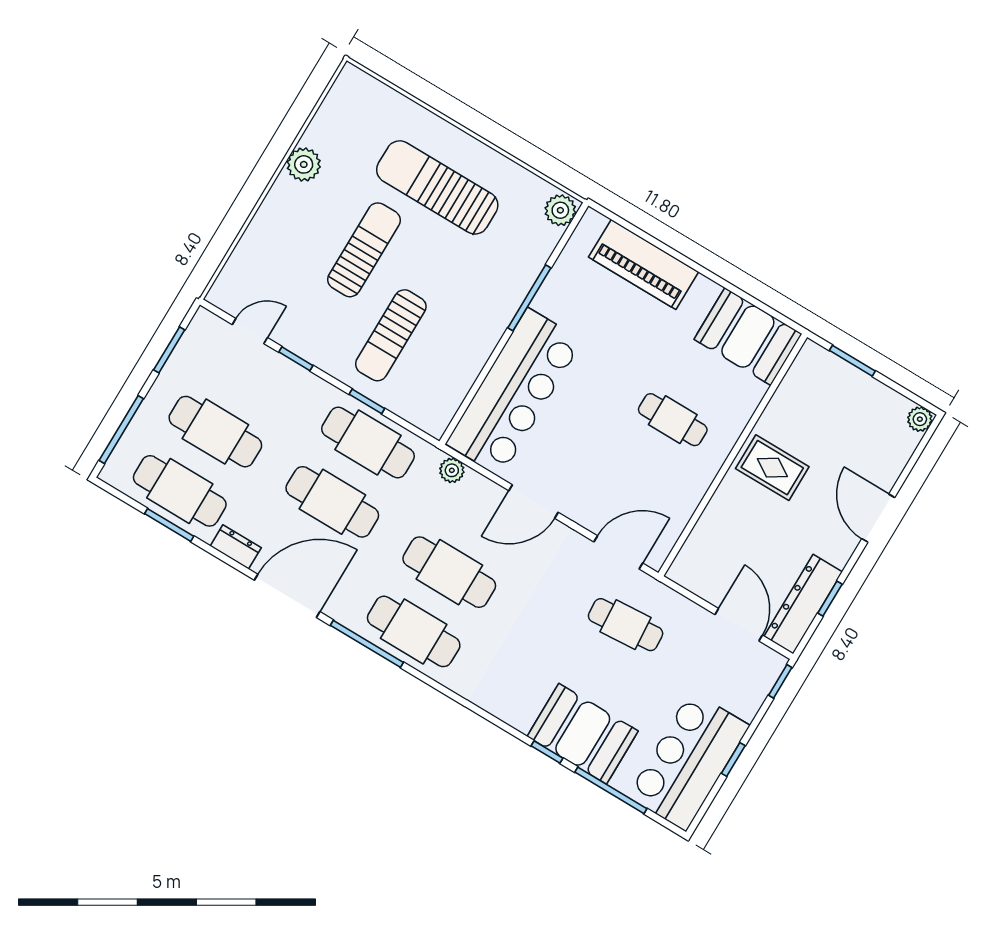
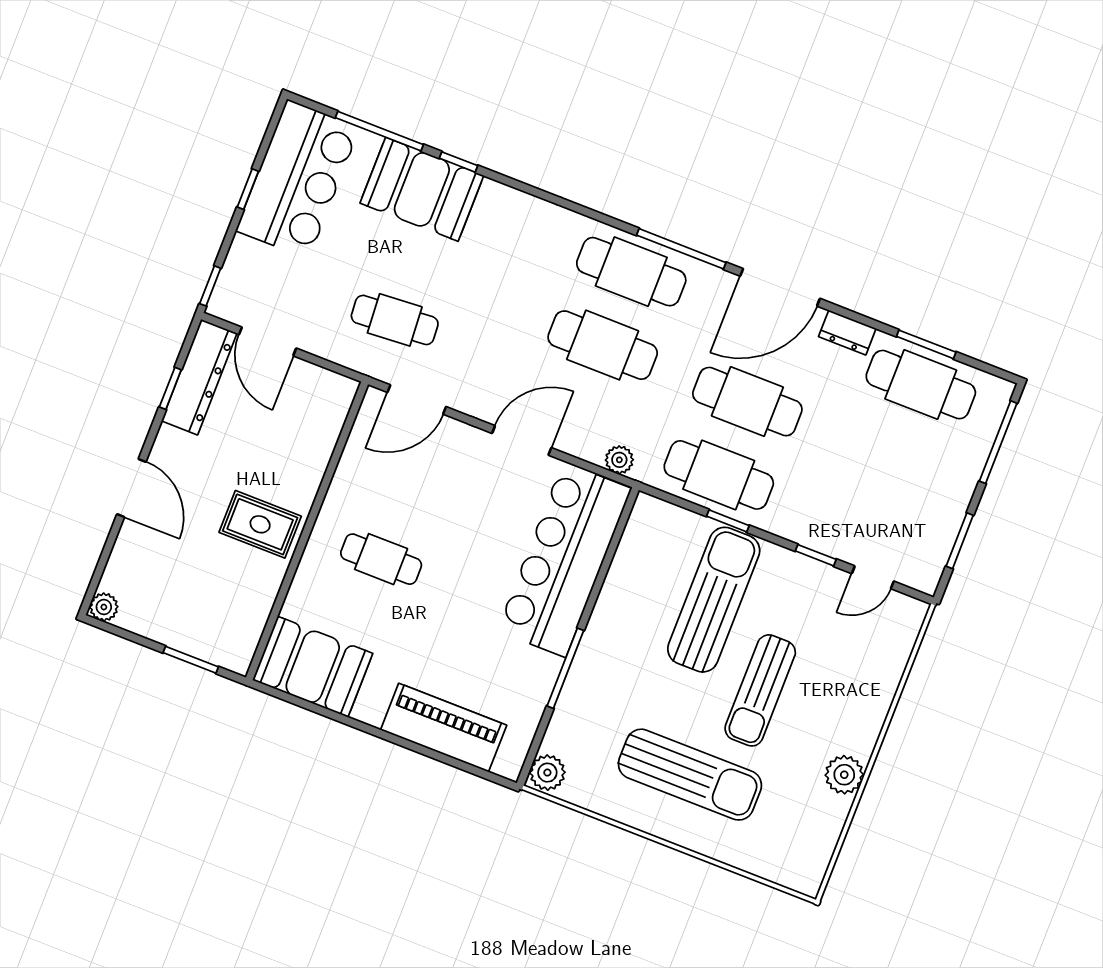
sun lounger: (391, 335) -> (714, 600), width x1.36, depth x1.34
cafe table: (215, 432) -> (892, 458), removed

